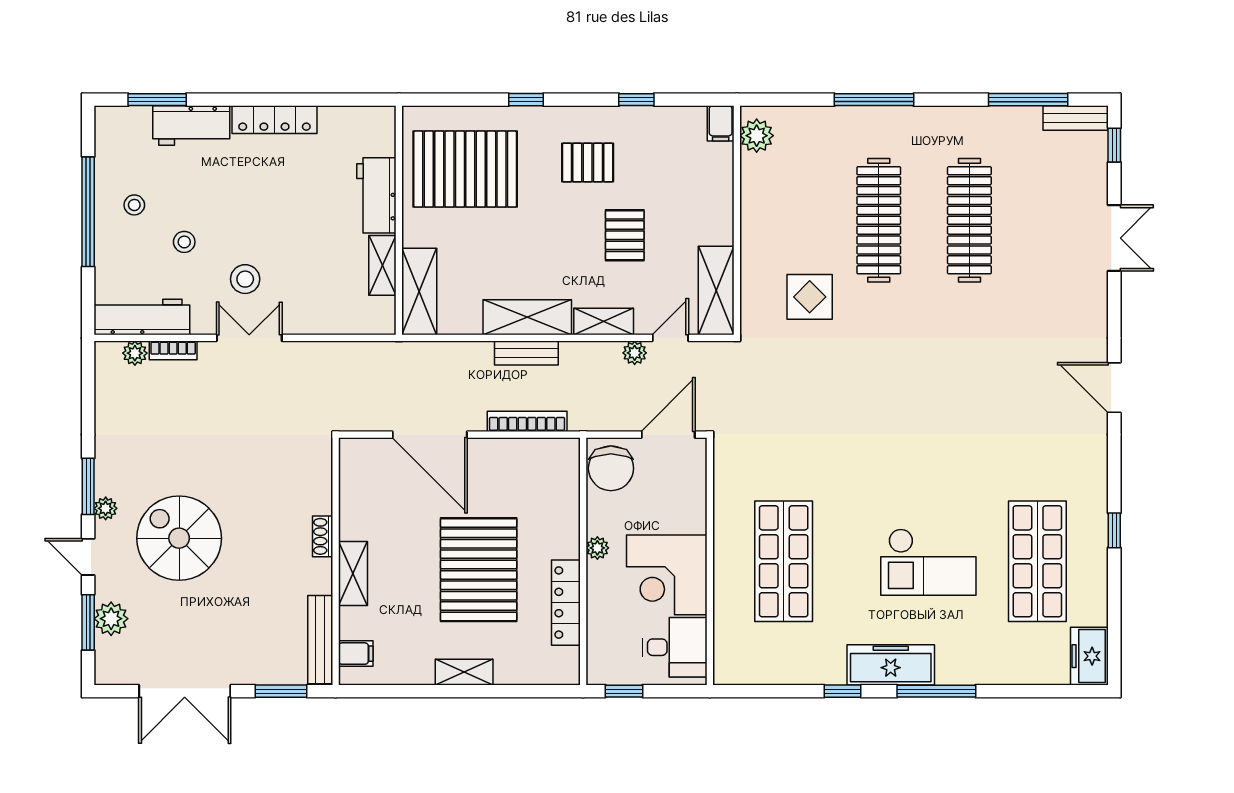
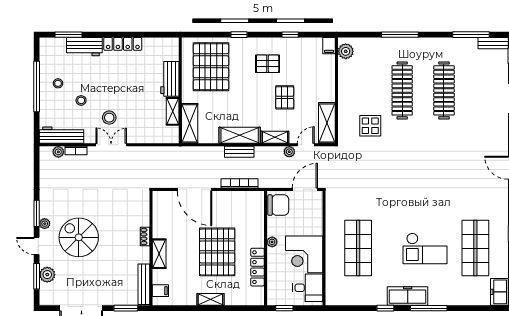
pallet: (465, 169) -> (211, 67), turned 90
chair: (611, 468) -> (278, 205), turned -90

